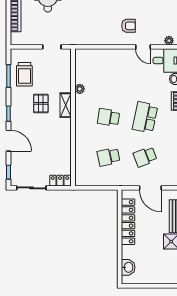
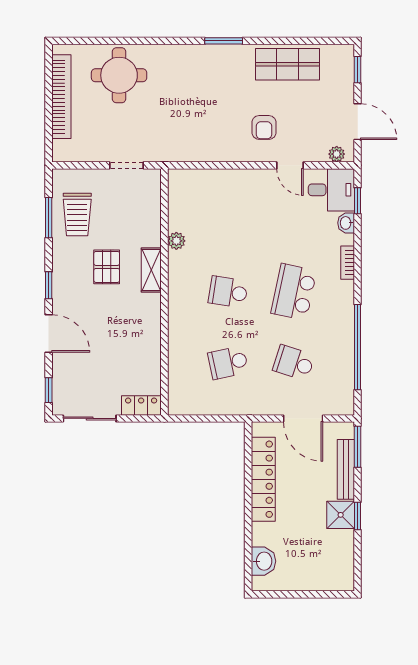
armchair: (128, 26) -> (264, 127), turned 90
school desk: (145, 157) -> (294, 363), turned 39

